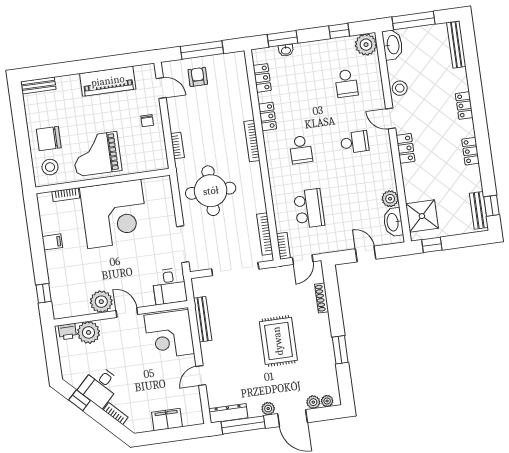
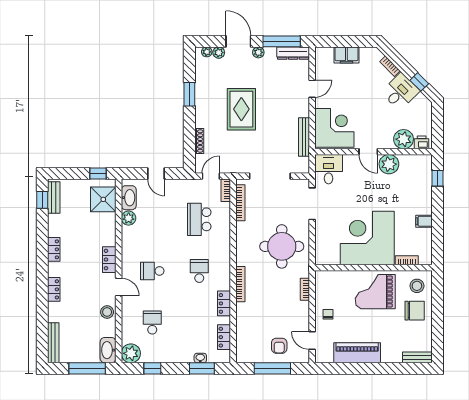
grand piano: (97, 154) -> (375, 292), turned 180

